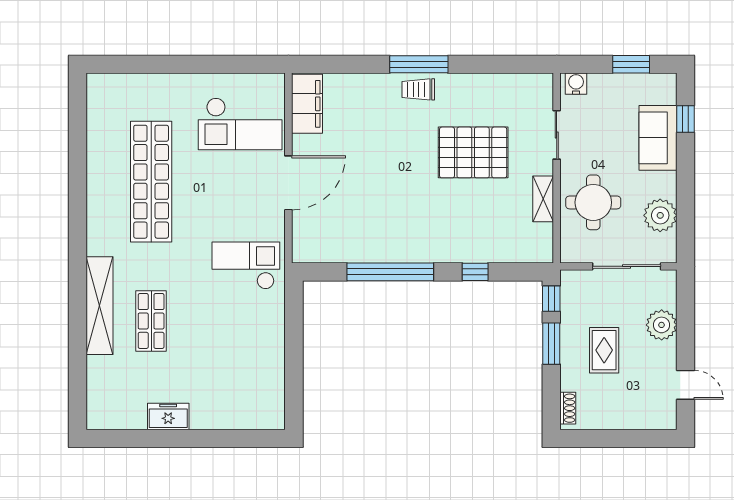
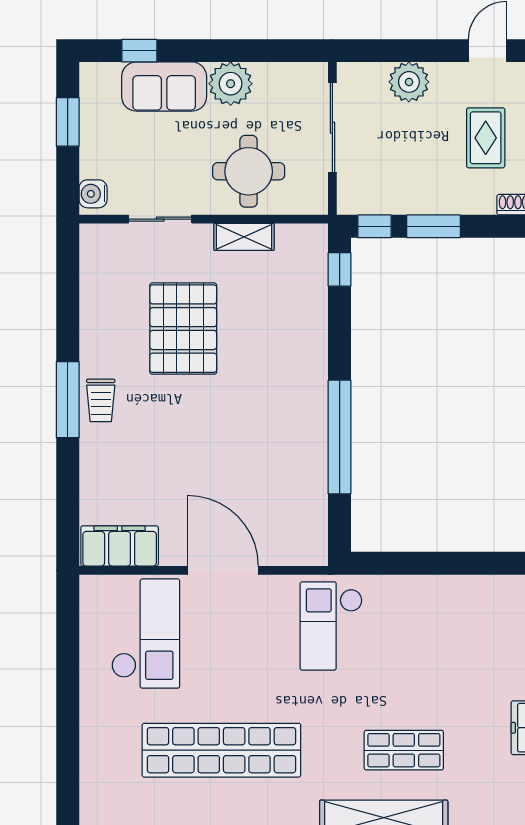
plant: (660, 215) -> (231, 84), moved
window: (475, 272) -> (340, 269), moved
rug: (604, 350) -> (486, 138), moved, turned 90

